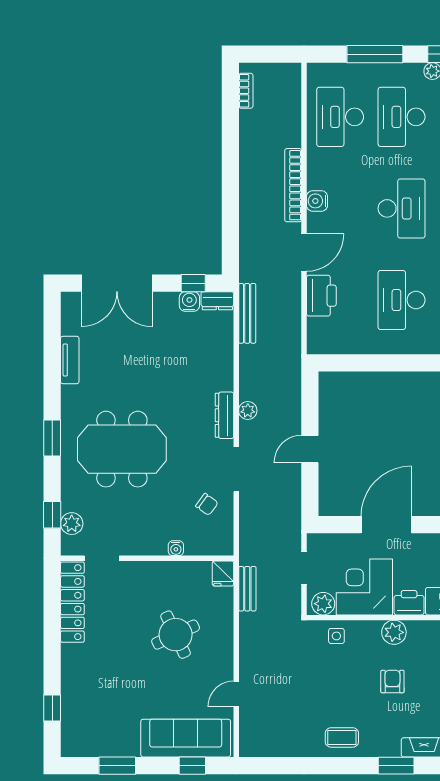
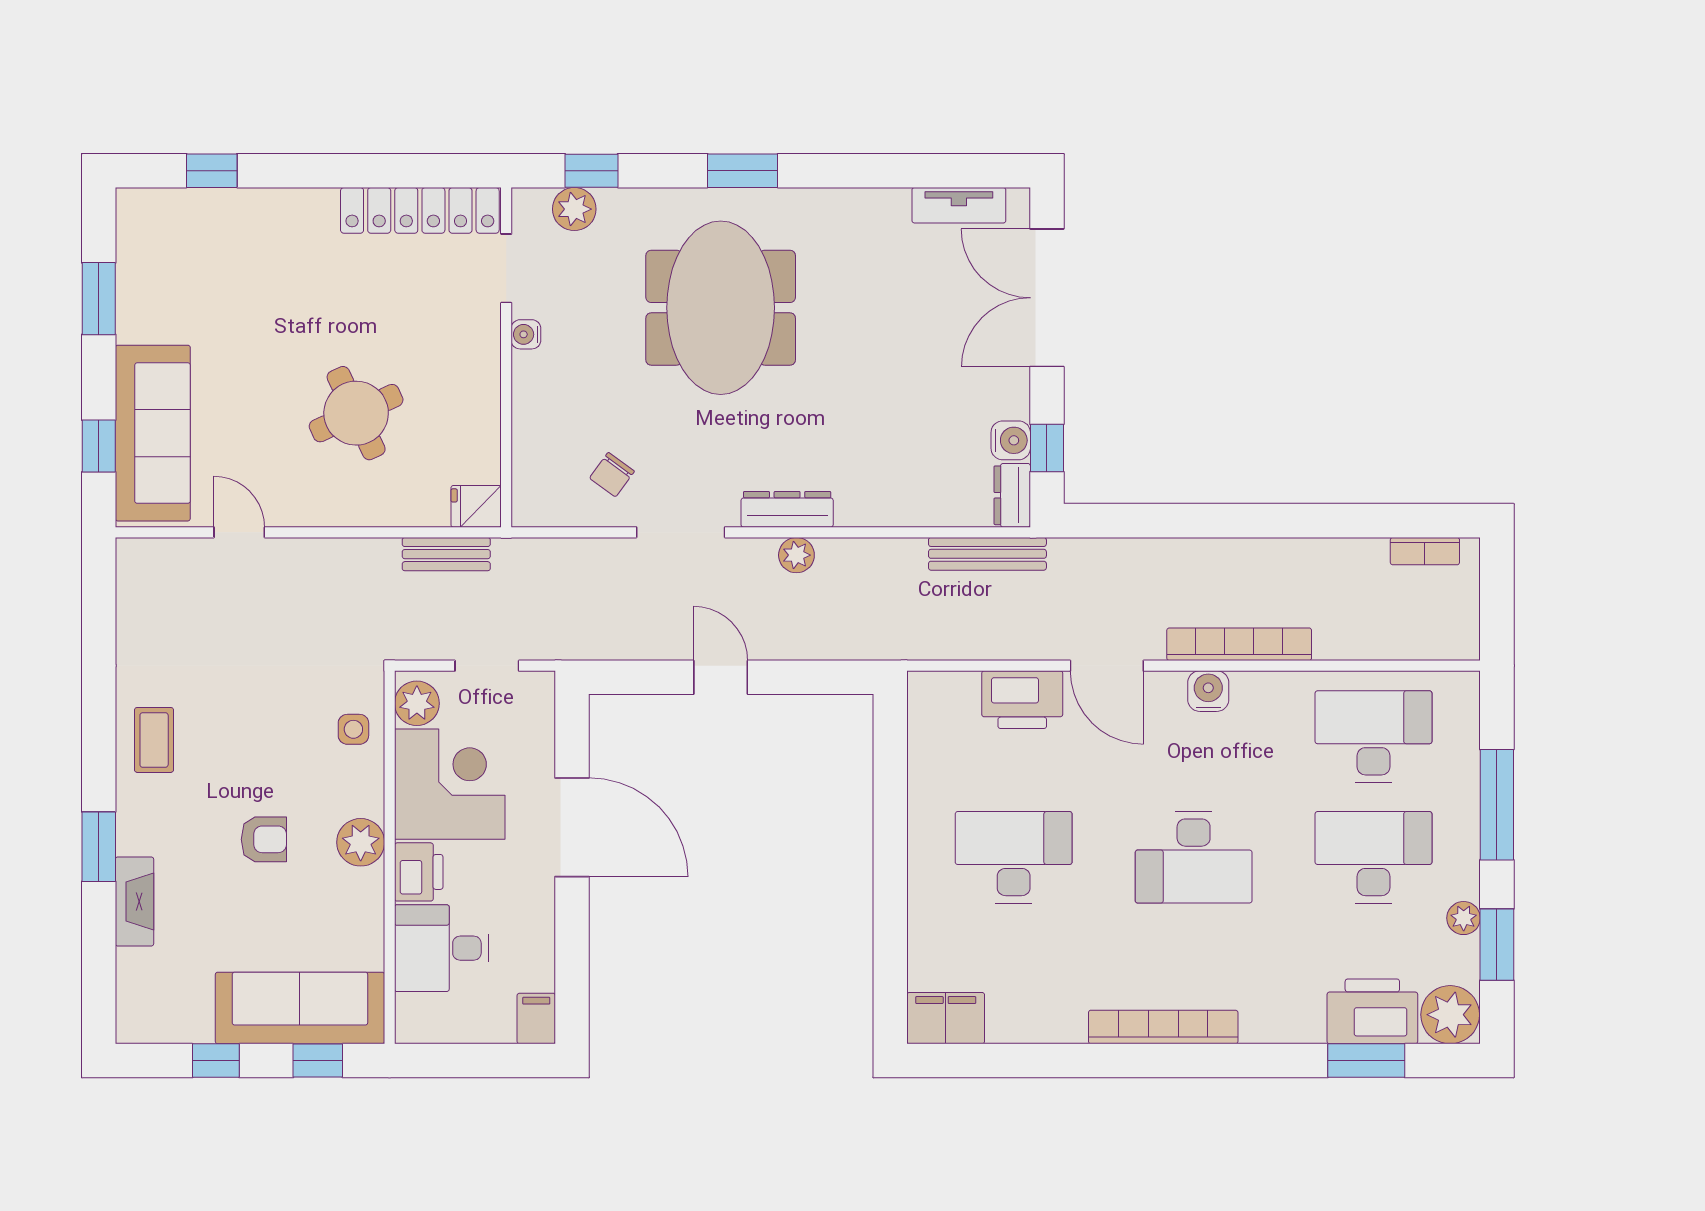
tv unit: (70, 360) -> (959, 205), moved
water cooler: (176, 548) -> (526, 334), moved

